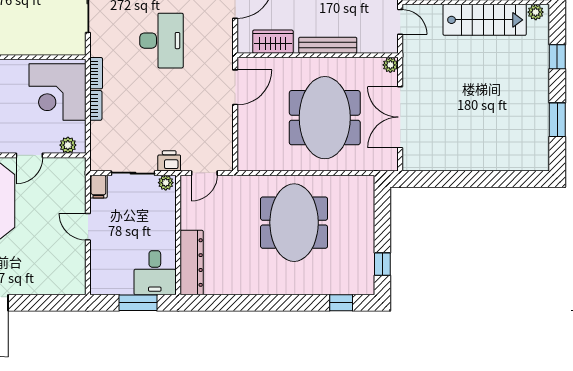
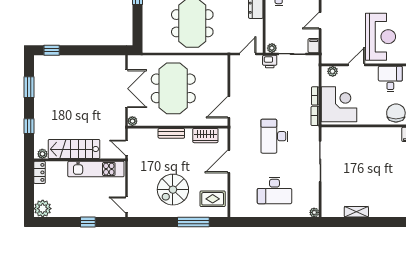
bench: (328, 45) -> (171, 133), width x0.73
window: (521, 179) -> (52, 50), added
door: (88, 227) -> (320, 21), swing flipped

